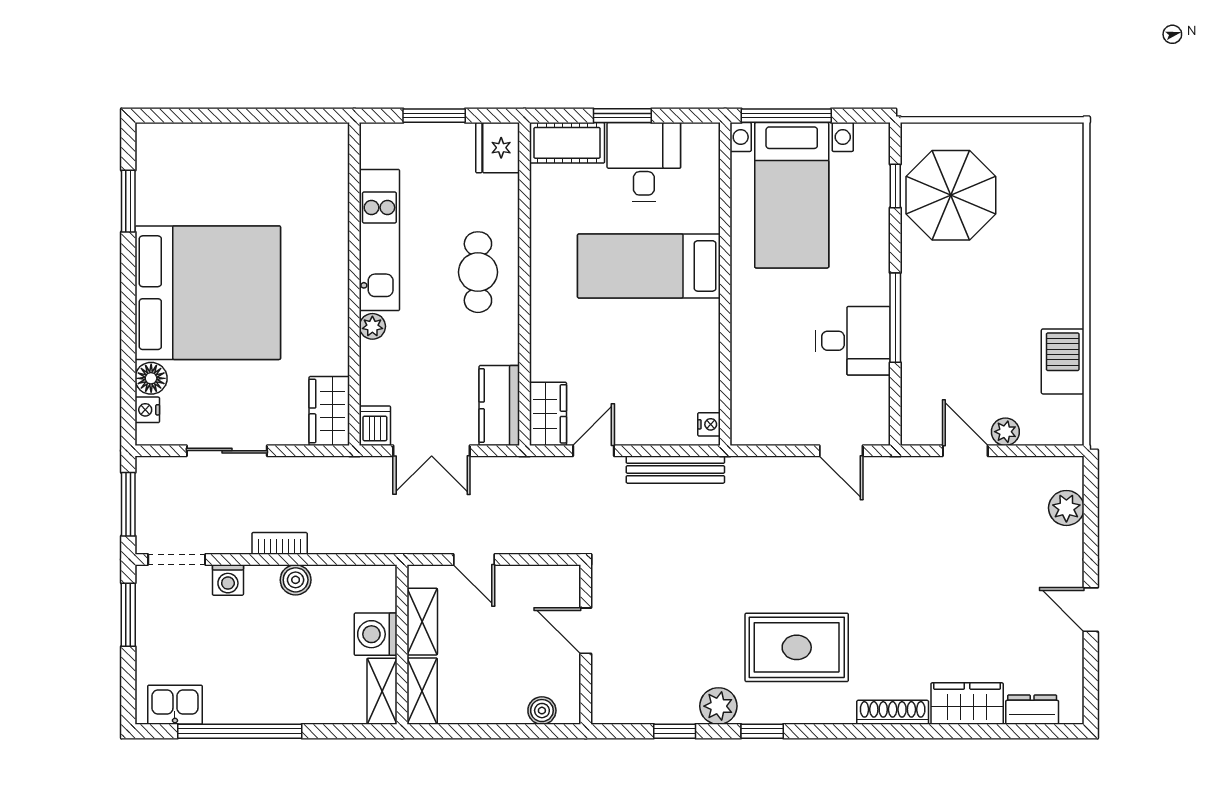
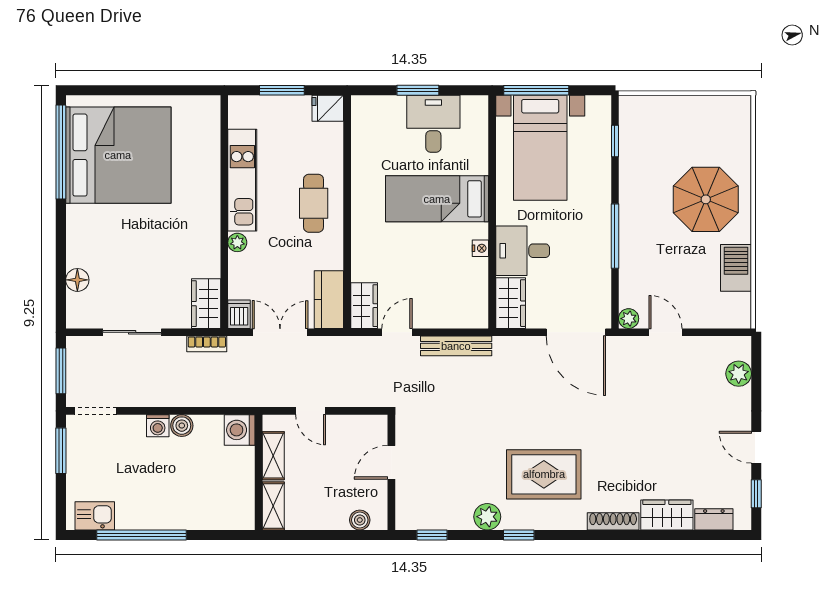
cot: (567, 143) -> (378, 110), removed
fridge: (498, 148) -> (328, 108), width x0.72
parasol: (951, 195) -> (706, 199), moved
window: (128, 201) -> (61, 152), width x2.11
bed: (208, 293) -> (118, 155), moved
desk: (853, 341) -> (523, 251), moved, turned 180
nightstand: (147, 410) -> (75, 303), removed
wardrobe: (751, 410) -> (511, 303), added
nightstand: (709, 424) -> (480, 248), moved
plant: (1005, 432) -> (629, 319), moved
double door: (432, 451) -> (280, 332), swing flipped
door: (841, 451) -> (576, 332), width x1.87
bookcase: (280, 543) -> (207, 344), moved, turned 180
washing machine: (228, 580) -> (158, 426), moved
door: (586, 631) -> (391, 462), hinge flipped
washing machine: (376, 634) -> (240, 430), moved
window: (1091, 674) -> (756, 494), added
shelving: (382, 691) -> (244, 506), removed
window: (675, 731) -> (432, 535), moved

